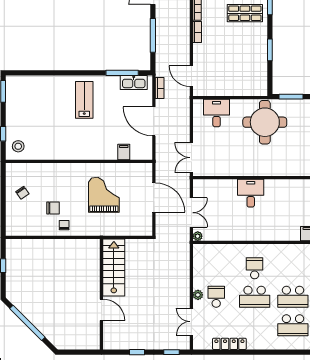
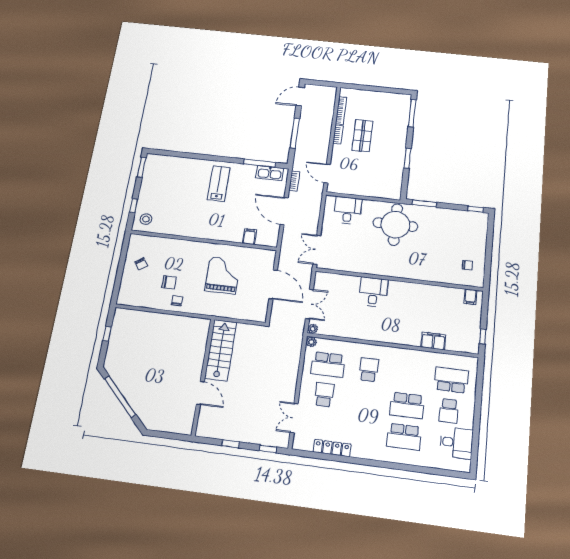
shop shelf: (245, 13) -> (362, 136), moved, turned 90
plant: (198, 295) -> (311, 342), moved
school desk: (255, 297) -> (328, 364), moved

